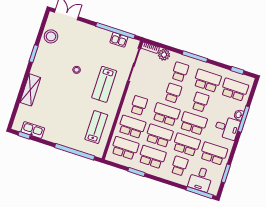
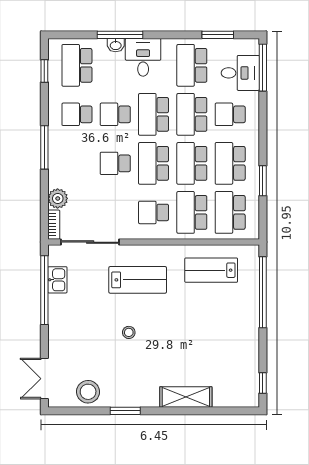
school desk: (180, 72) -> (77, 163), removed
school desk: (207, 81) -> (77, 114), width x0.54
kitchen sink: (33, 130) -> (250, 372), removed

